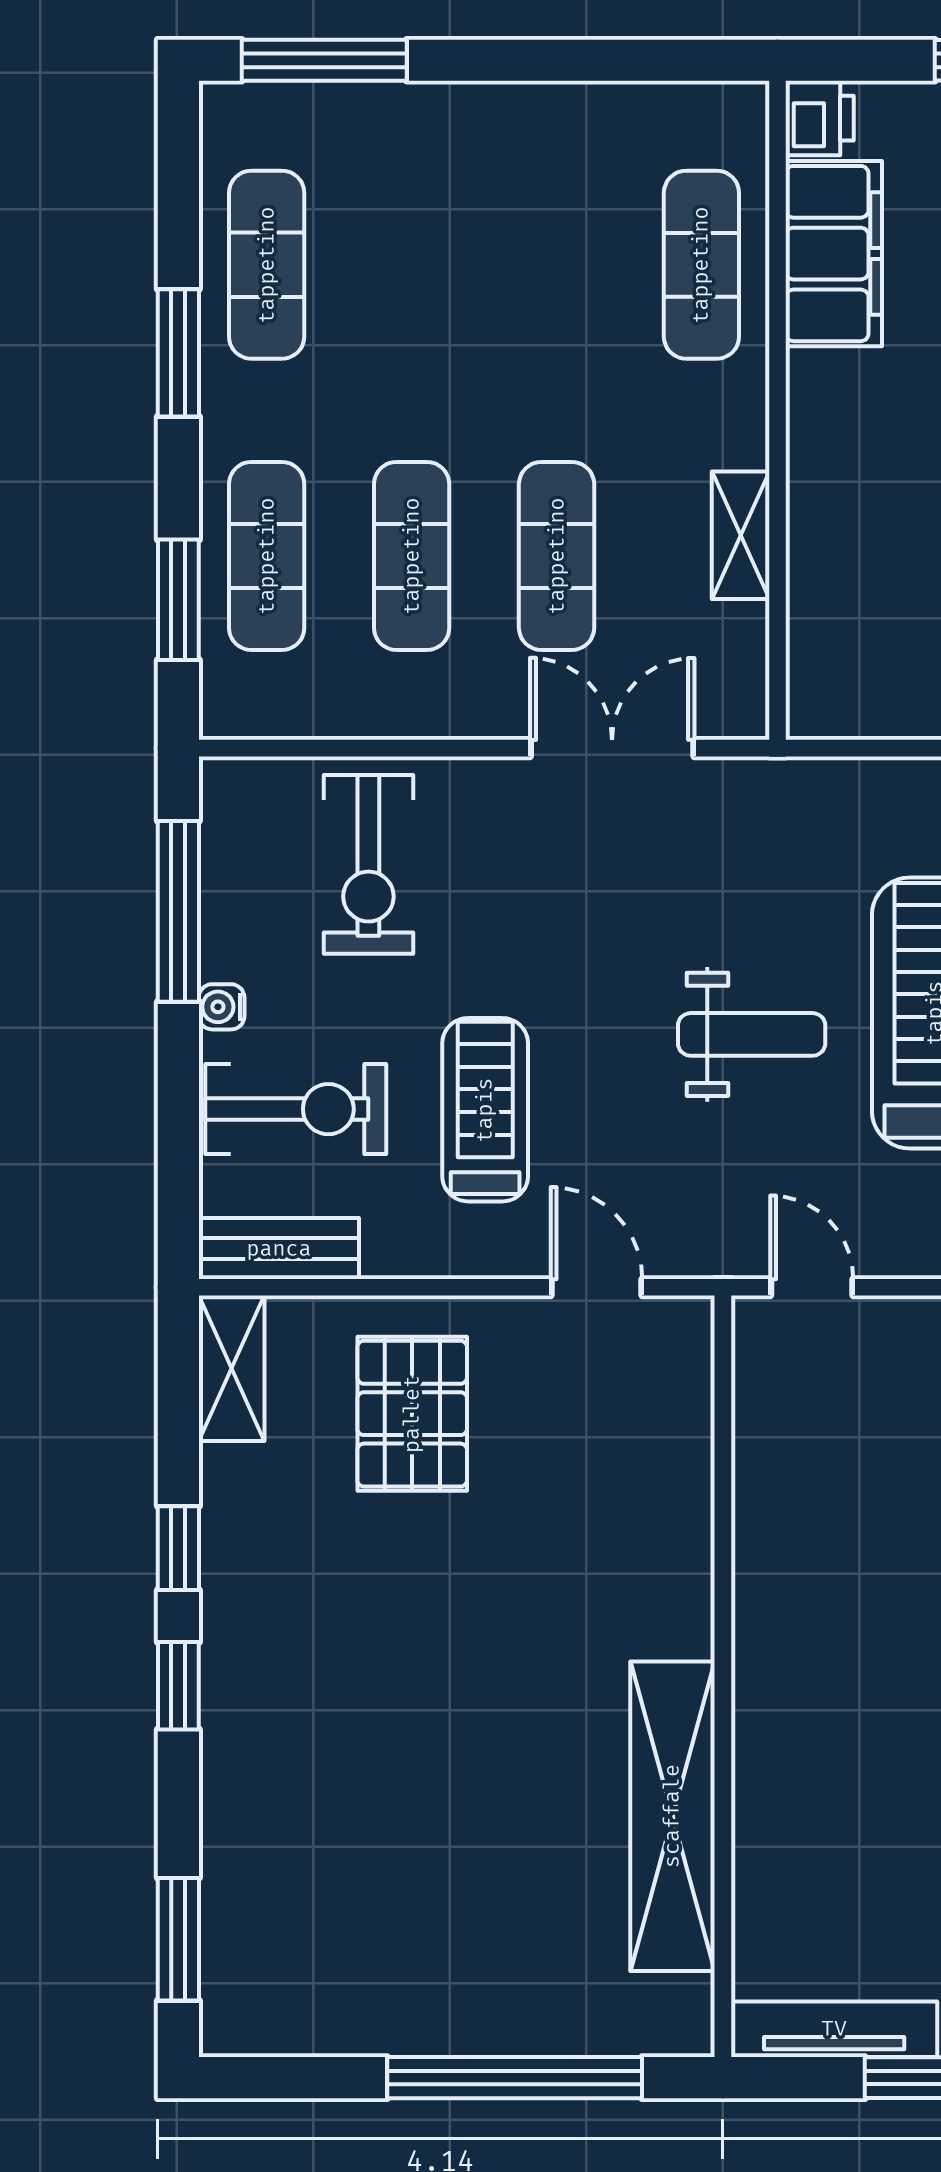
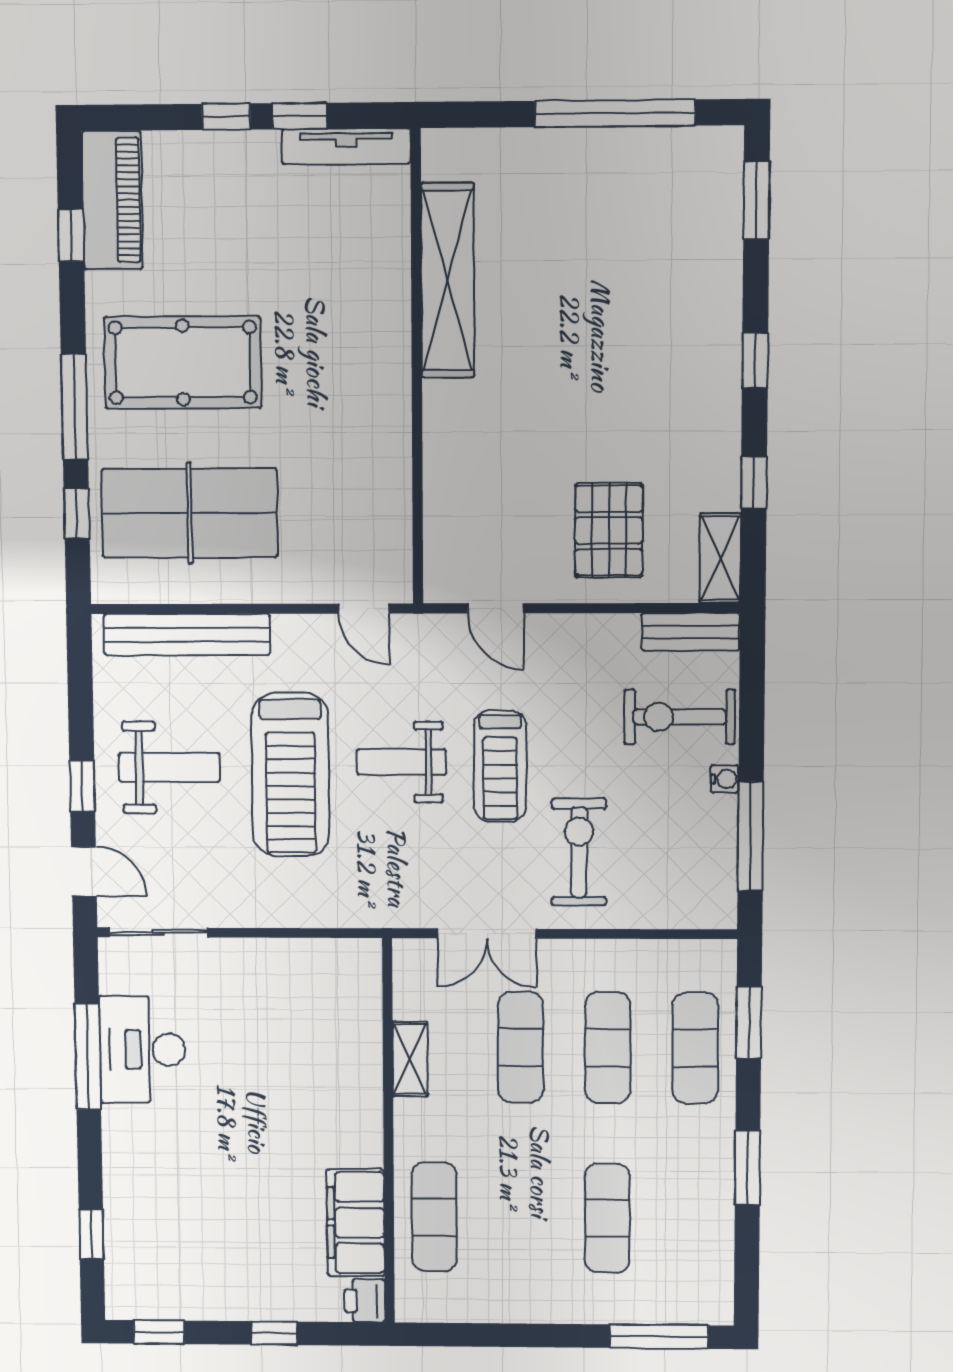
exercise mat: (267, 265) -> (607, 1218), moved
exercise bike: (368, 864) -> (579, 852), moved
treadmill: (485, 1110) -> (500, 766), moved
window: (178, 1548) -> (754, 482), moved
window: (515, 2078) -> (615, 113), moved

